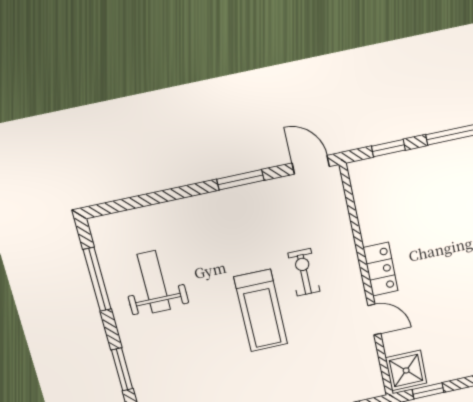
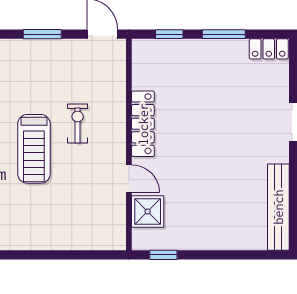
locker: (381, 269) -> (143, 124), width x1.53
shower: (406, 370) -> (148, 211), moved

